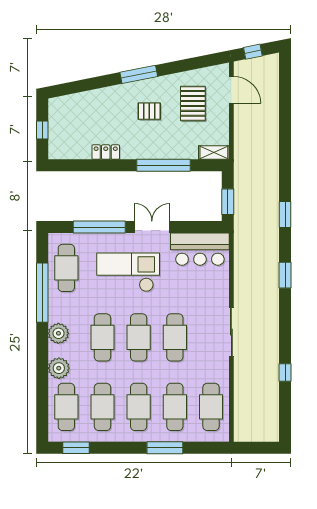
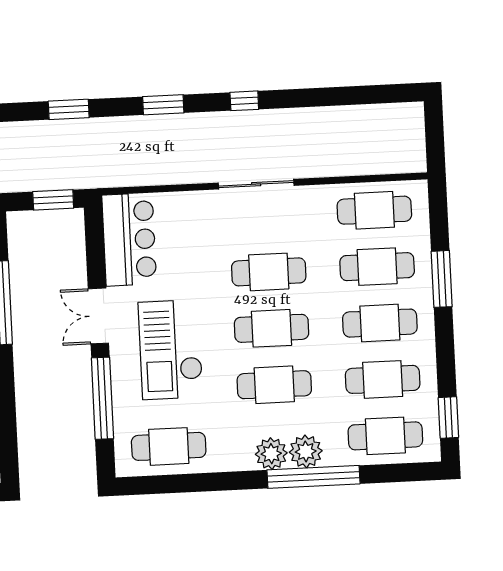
window: (42, 293) -> (314, 477), moved
plant: (59, 368) -> (306, 451), moved
window: (285, 372) -> (244, 101), moved

